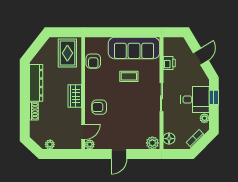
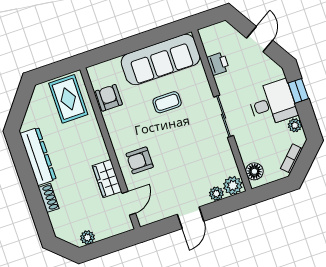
armchair: (93, 61) -> (109, 98), turned 180
wardrobe: (75, 96) -> (107, 179), moved
plant: (90, 144) -> (216, 194), moved

